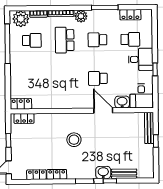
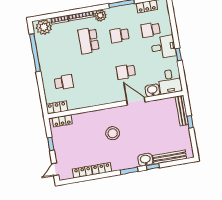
school desk: (130, 39) -> (151, 30), turned 180
school desk: (32, 40) -> (64, 82), moved
bench: (124, 174) -> (170, 157), width x1.36

